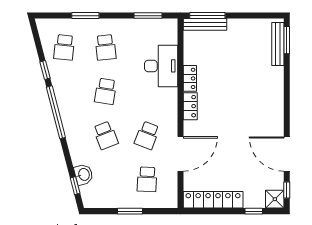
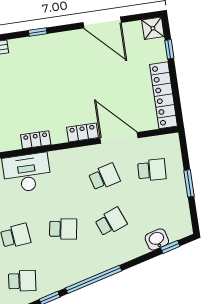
locker: (190, 106) -> (83, 132), moved
school desk: (147, 135) -> (104, 177), turned -36
door: (287, 154) -> (102, 23), hinge flipped
window: (287, 190) -> (38, 32), moved

